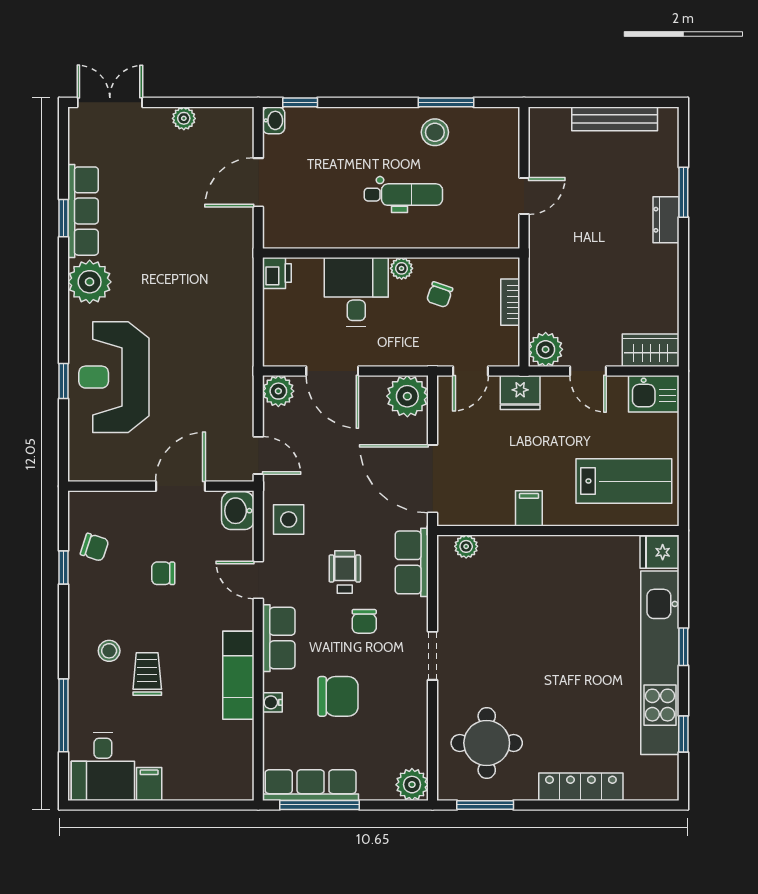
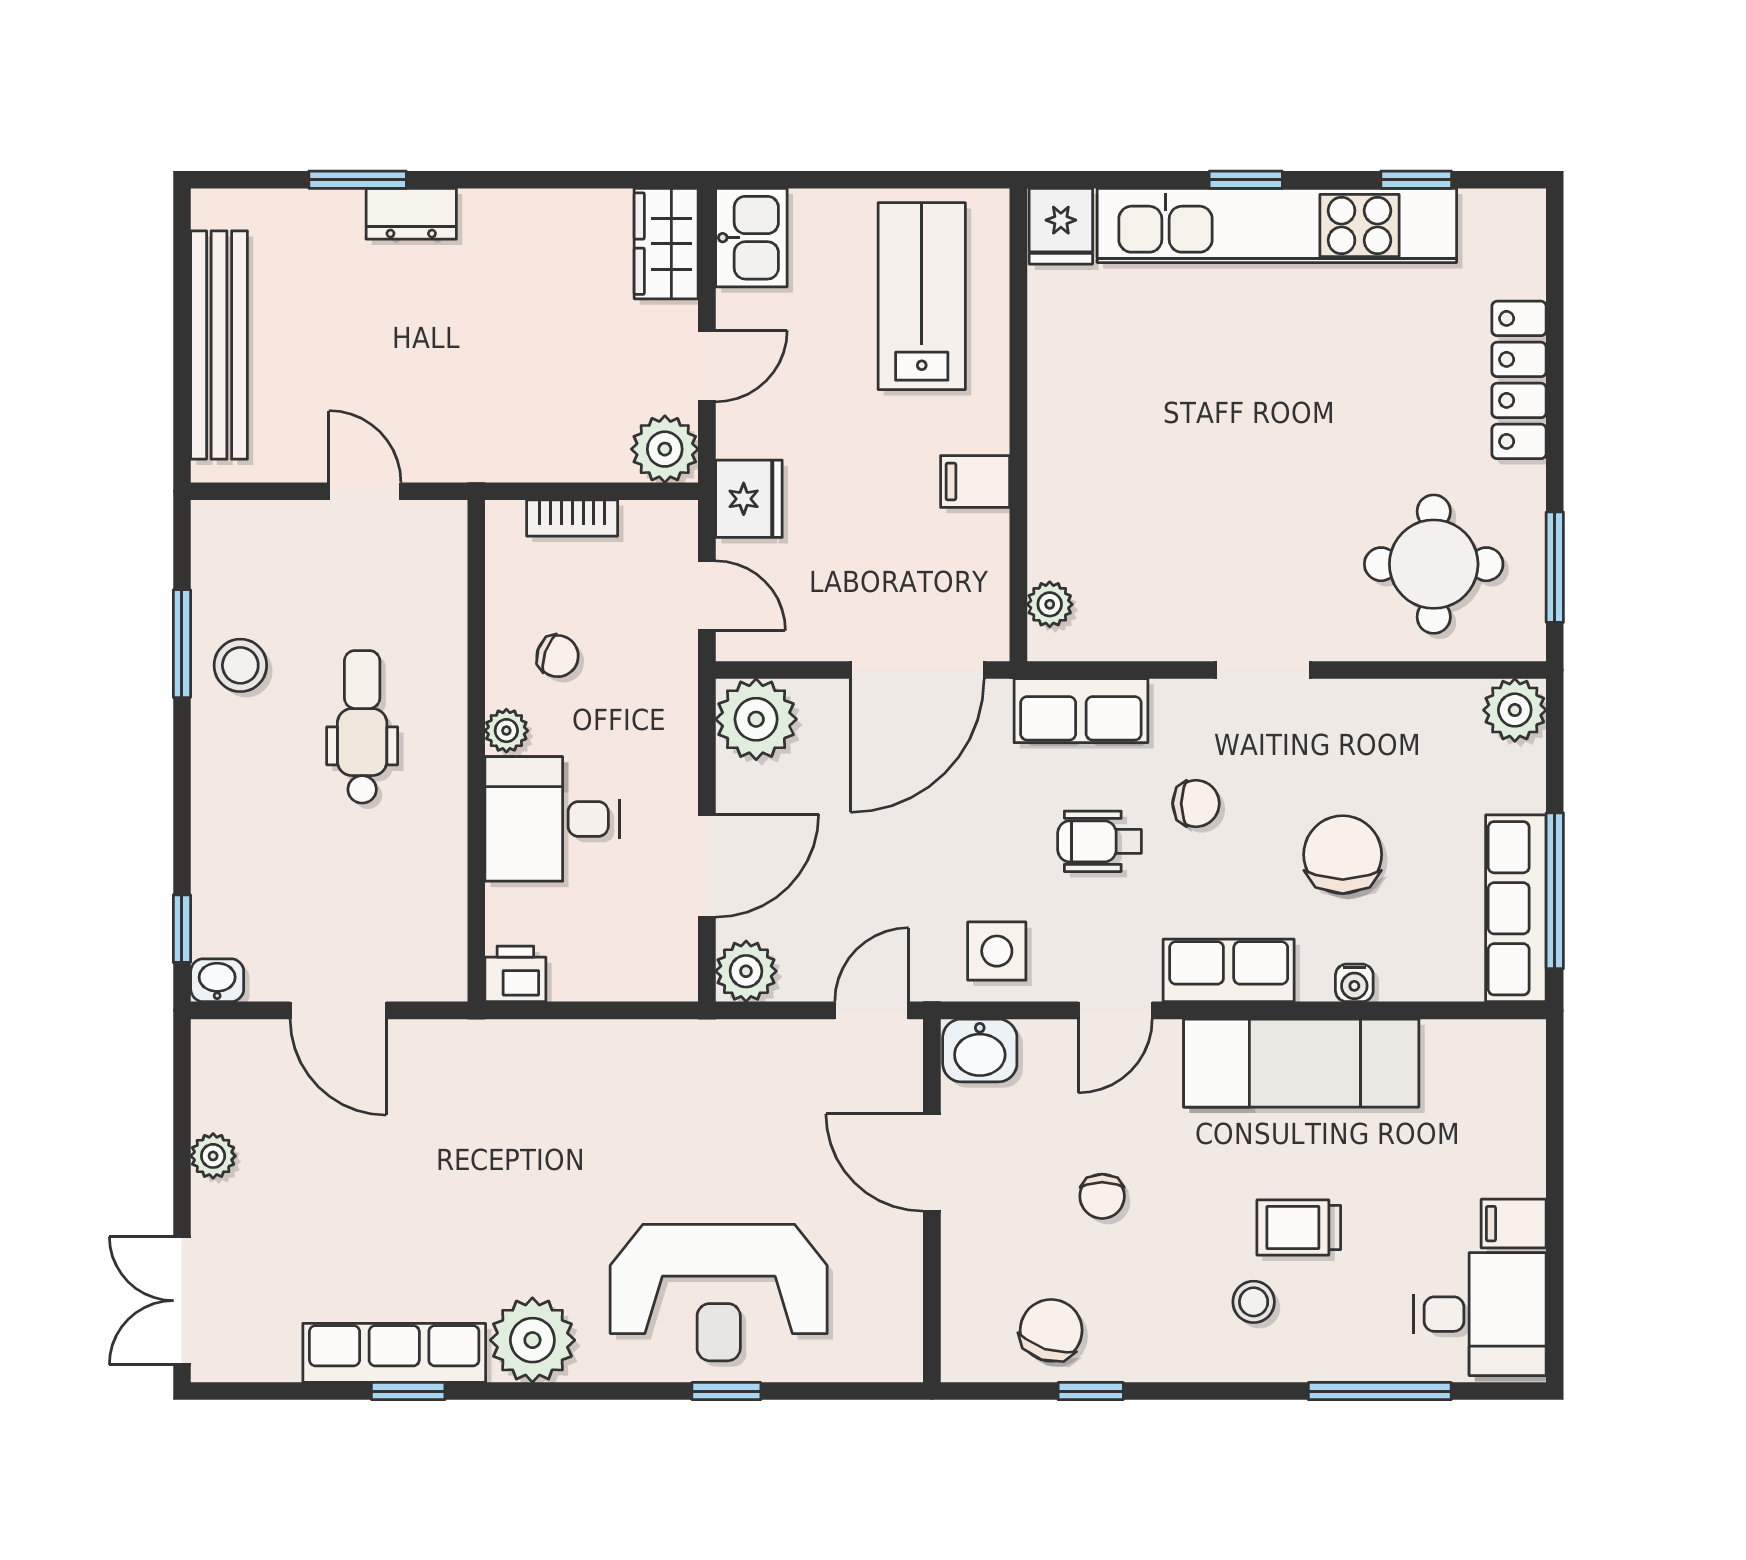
bench: (615, 119) -> (219, 345), width x1.37, depth x1.21
chair: (95, 547) -> (1051, 1330), width x1.37, depth x1.37
exam couch: (238, 675) -> (1301, 1063), width x1.36, depth x1.45

